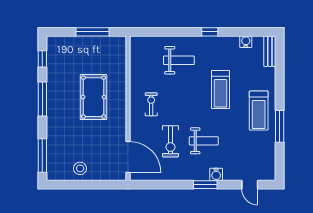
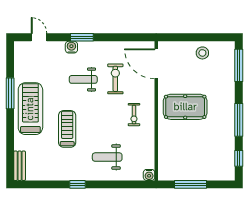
water cooler: (246, 42) -> (149, 175), moved
pool table: (94, 97) -> (185, 107), moved, turned 90
treadmill: (259, 111) -> (30, 109), width x1.37, depth x1.38

